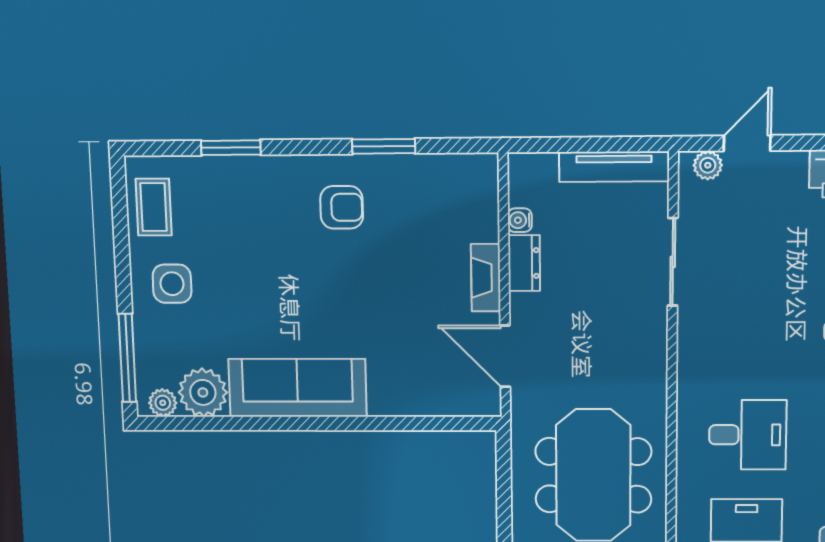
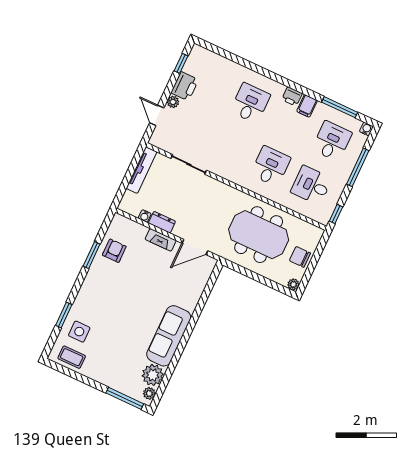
plant: (708, 165) -> (173, 102), moved
armchair: (342, 207) -> (114, 251), moved
side table: (172, 284) -> (79, 332), moved

